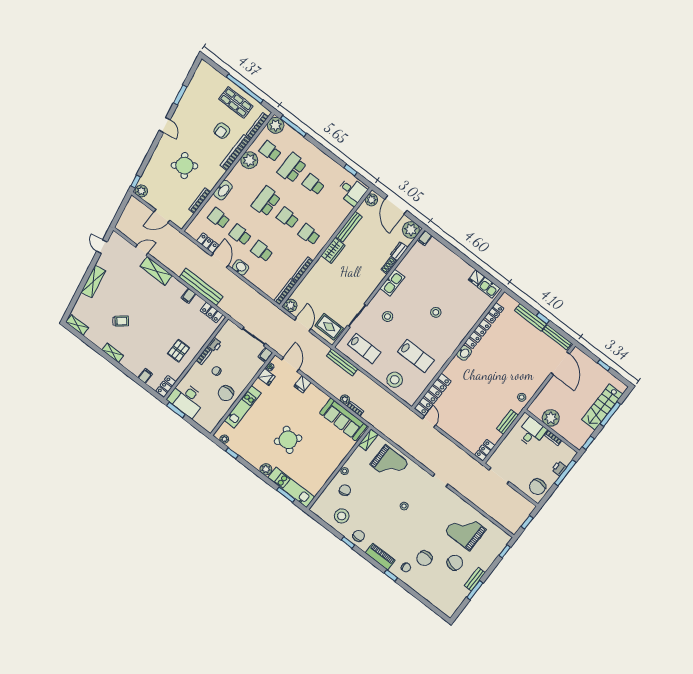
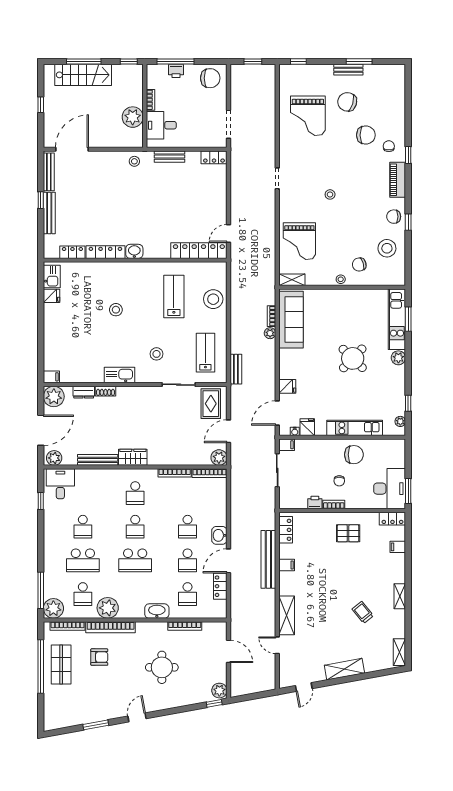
round table: (184, 166) -> (162, 667), turned 36
bench: (342, 362) -> (236, 369), width x0.73
grand piano: (389, 464) -> (299, 241), turned 180

